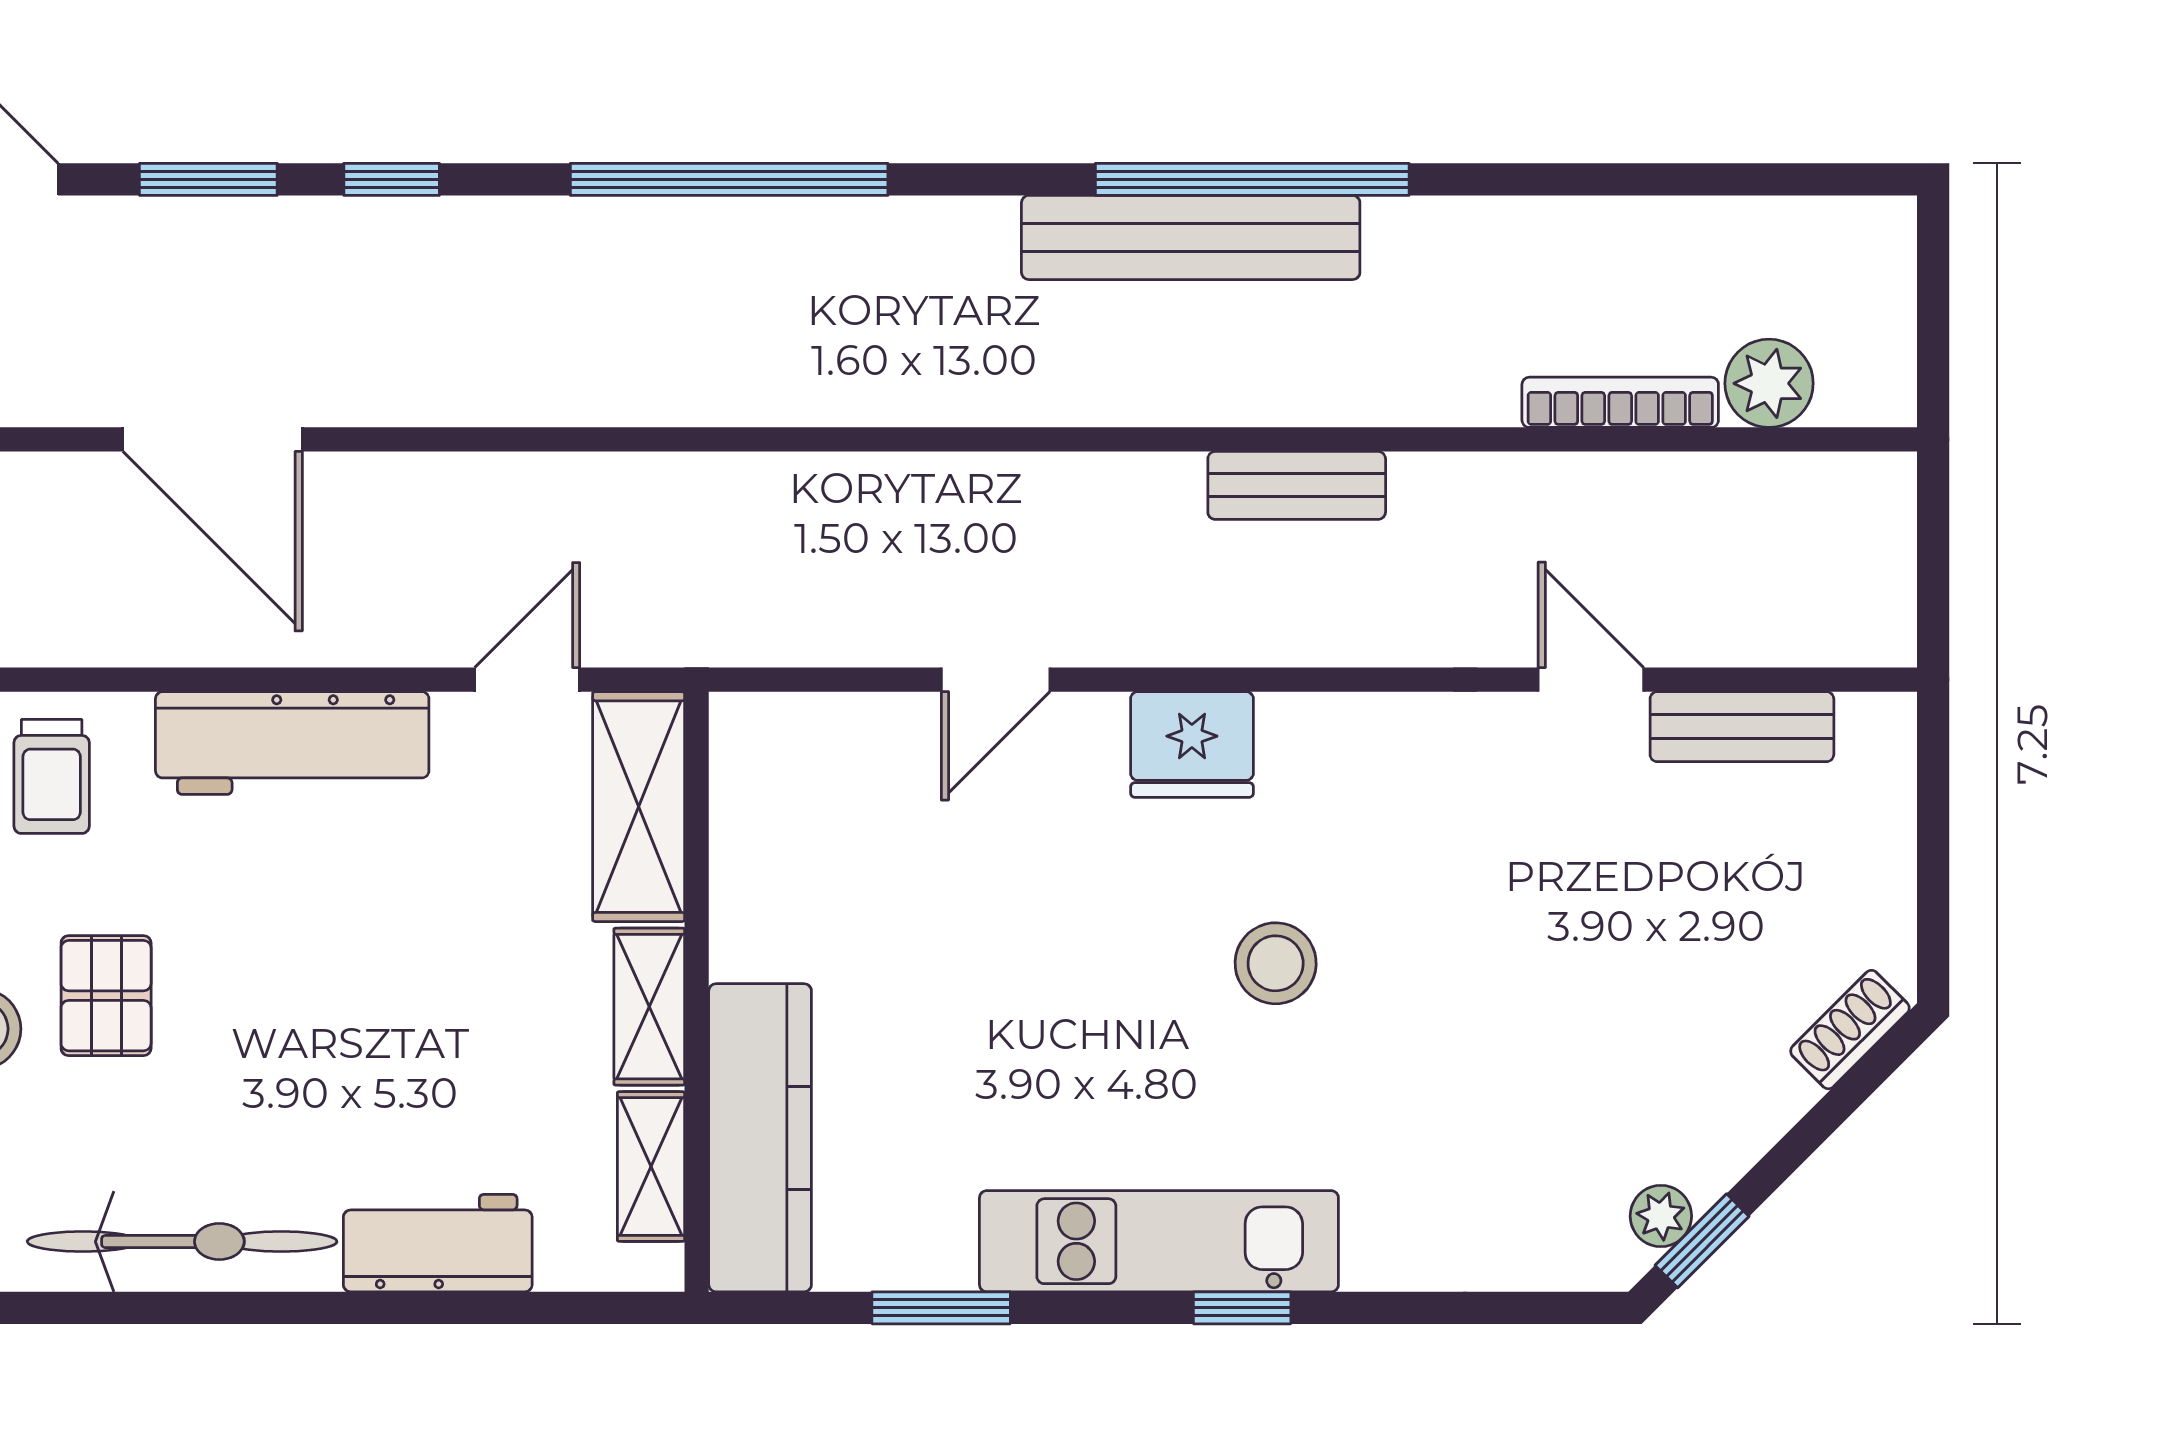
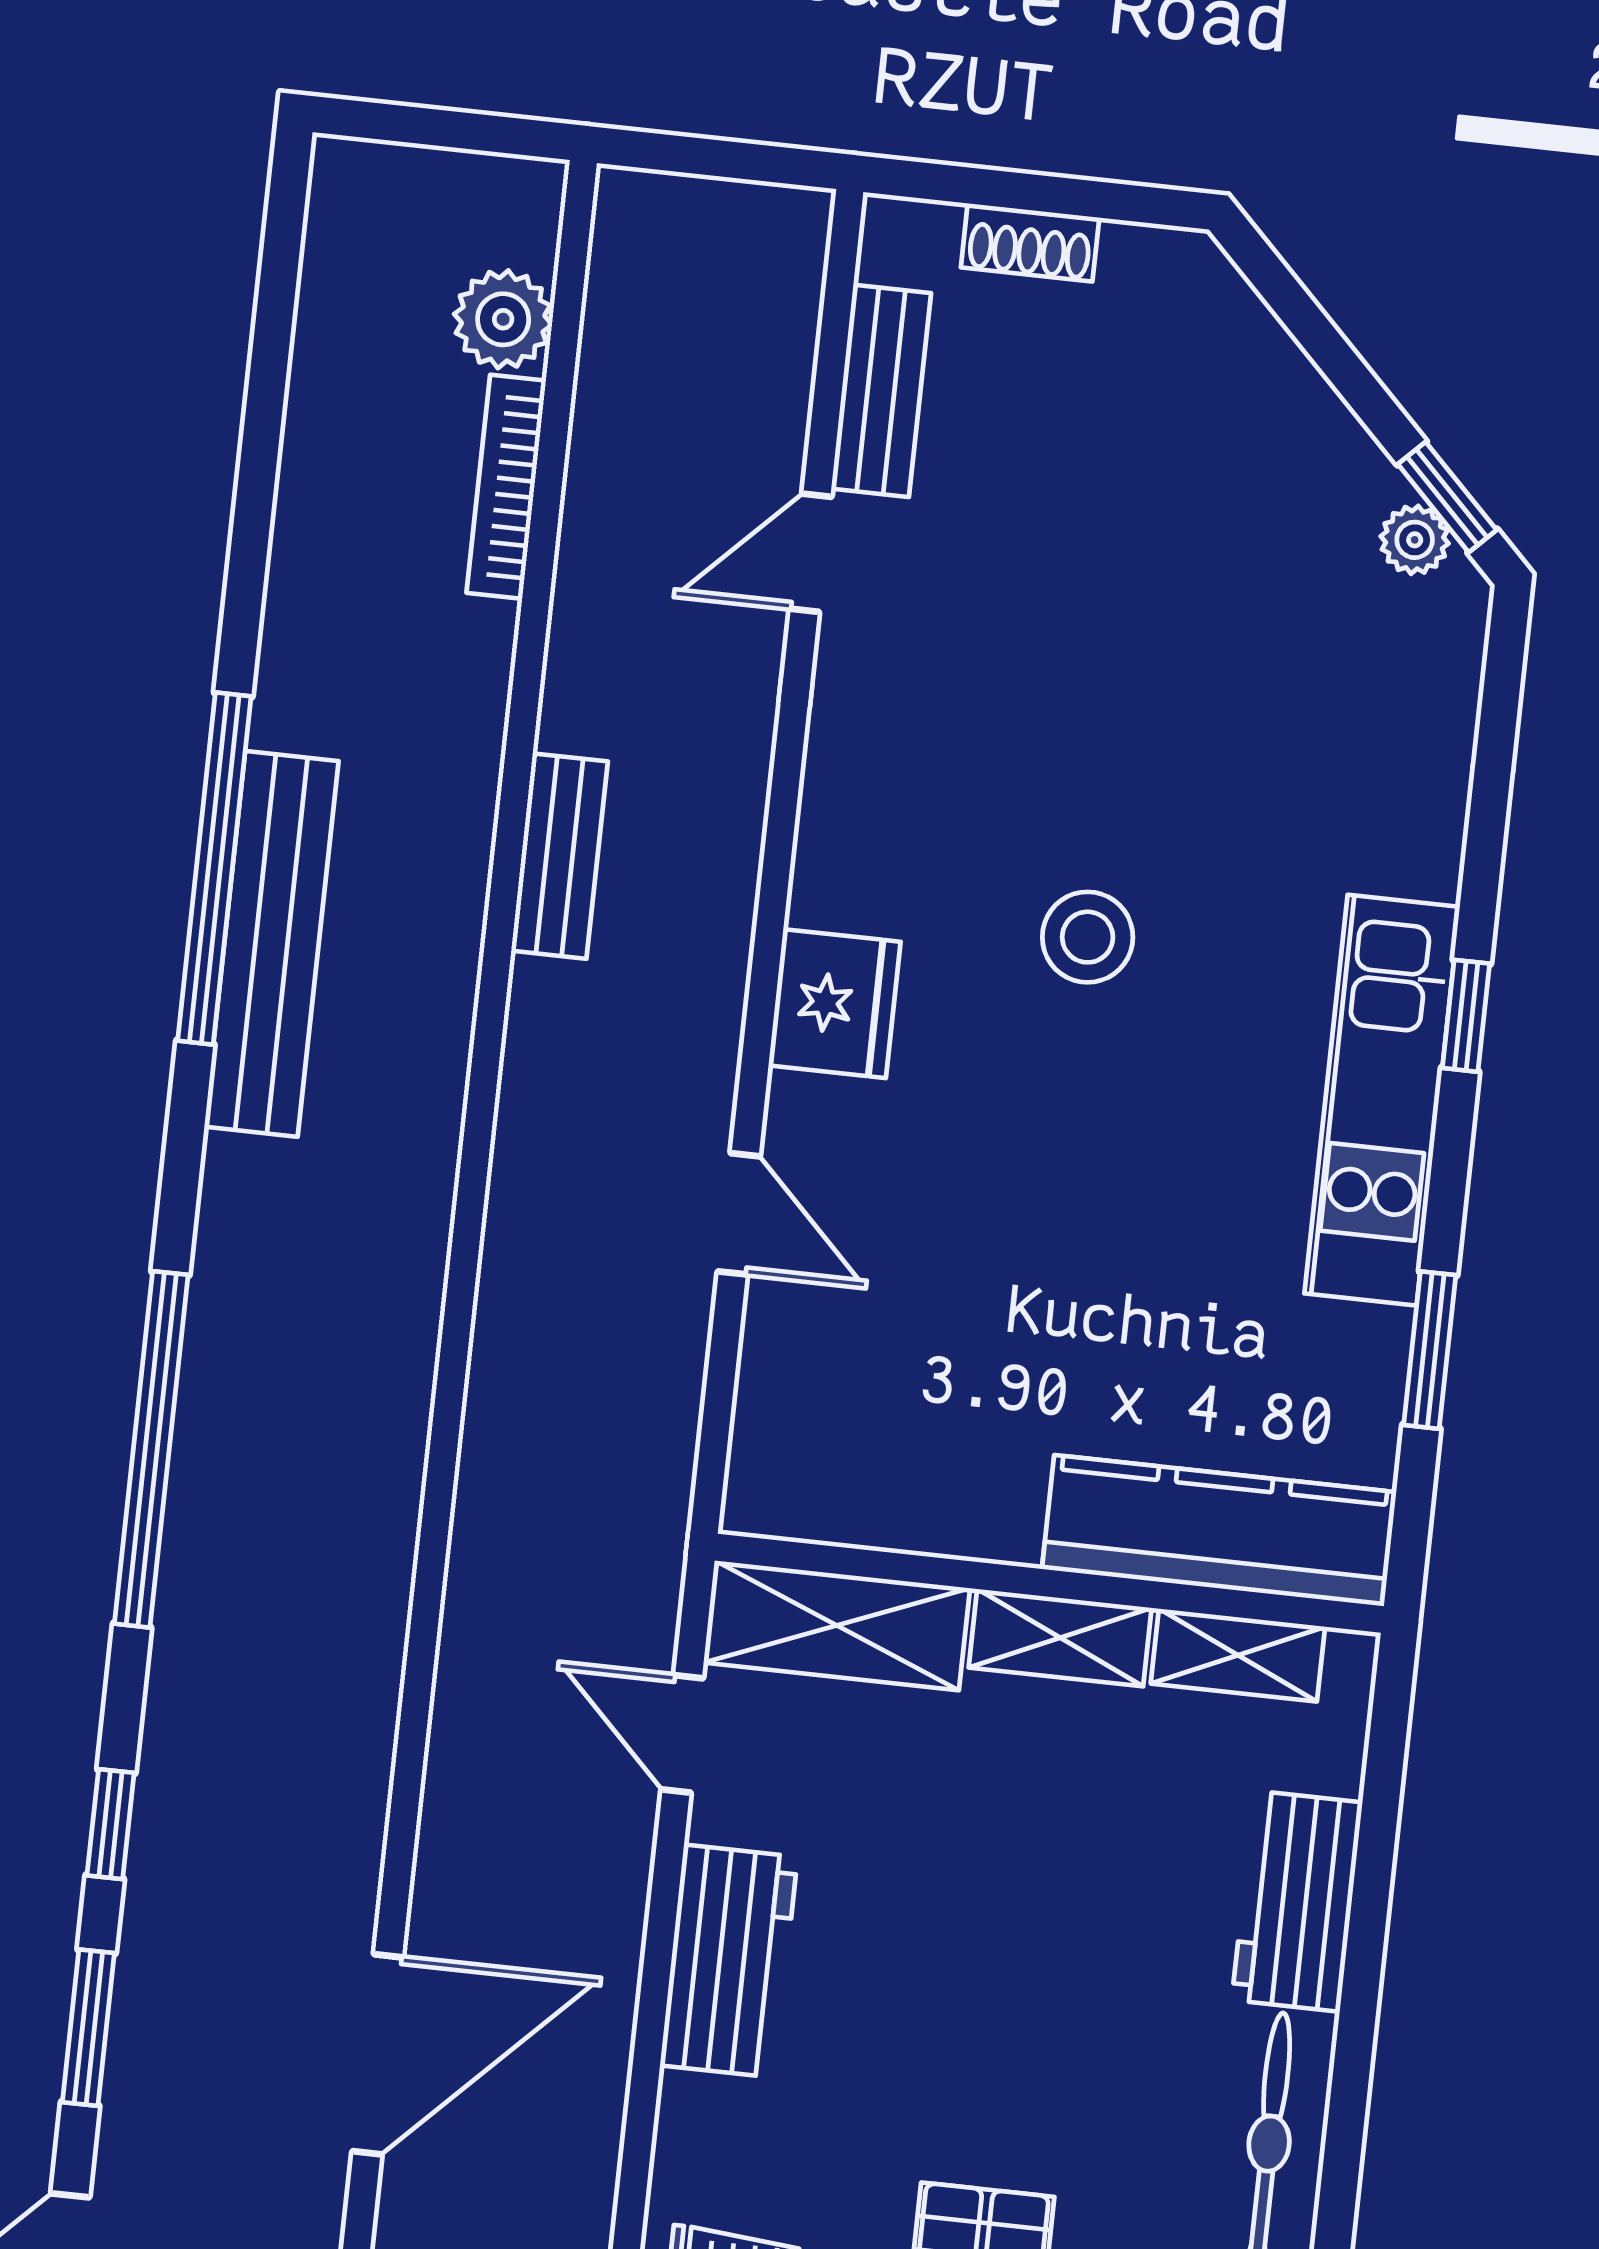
workbench: (292, 743) -> (729, 1961), width x0.73
shoe rack: (1850, 1030) -> (1030, 242), moved, turned -45

